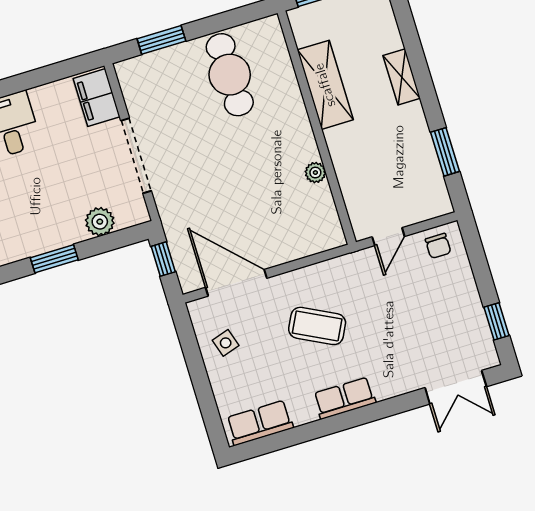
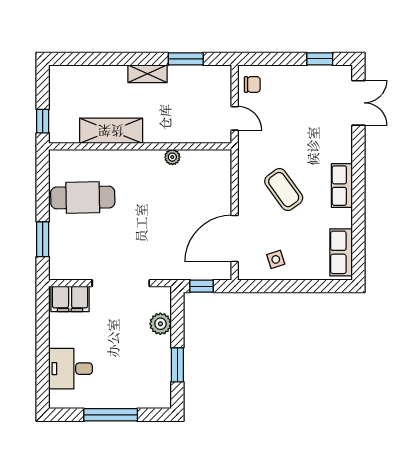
shelving: (402, 77) -> (148, 74), moved
coffee table: (317, 326) -> (284, 190), turned -63

